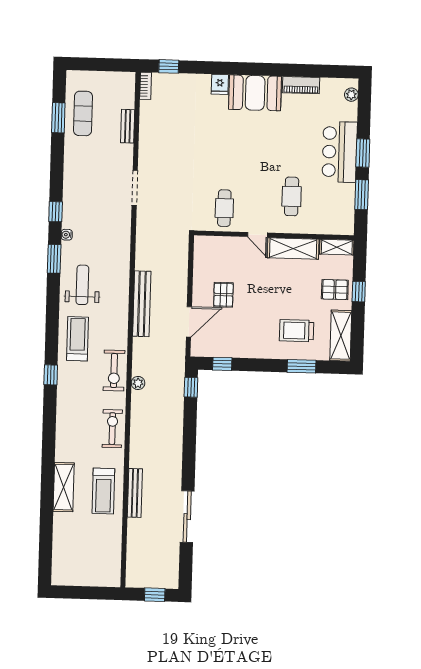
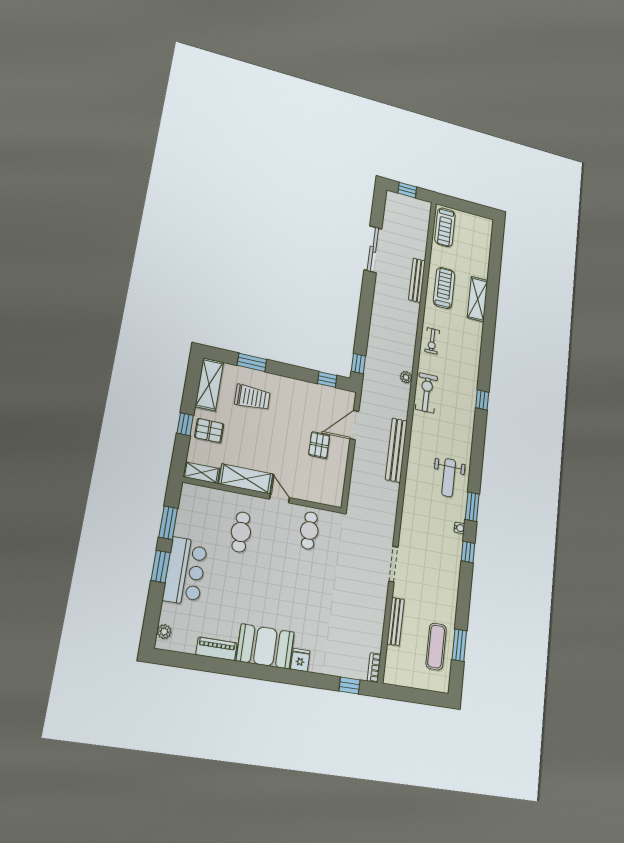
bench: (128, 126) -> (396, 621), width x1.36
treadmill: (78, 339) -> (445, 227), moved
exercise bike: (112, 429) -> (432, 341), width x0.73, depth x0.72

